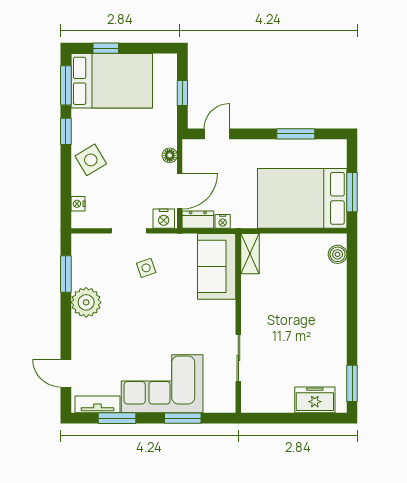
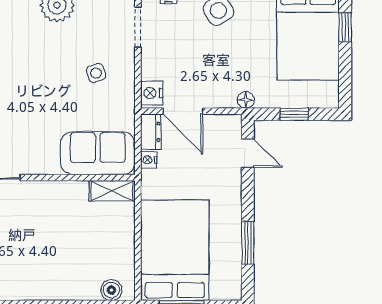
floor lamp: (170, 155) -> (246, 100), moved
doorway: (129, 231) -> (138, 27), moved

